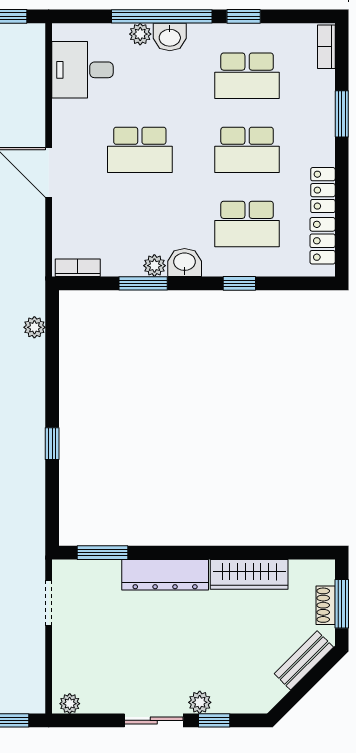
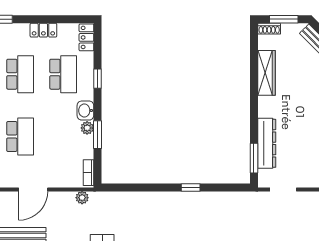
locker: (323, 241) -> (86, 37), moved, turned 90
plant: (34, 327) -> (82, 198), moved
dresser: (165, 575) -> (267, 143), moved
shoe rack: (326, 605) -> (269, 29), moved

